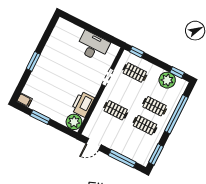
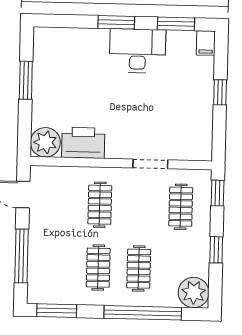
window: (90, 28) -> (220, 92), added
window: (47, 34) -> (176, 24), added
desk: (93, 46) -> (138, 51), moved, turned -90
window: (177, 72) -> (216, 250), moved
plant: (167, 80) -> (194, 292), moved
filing cabinet: (24, 100) -> (206, 43), moved

